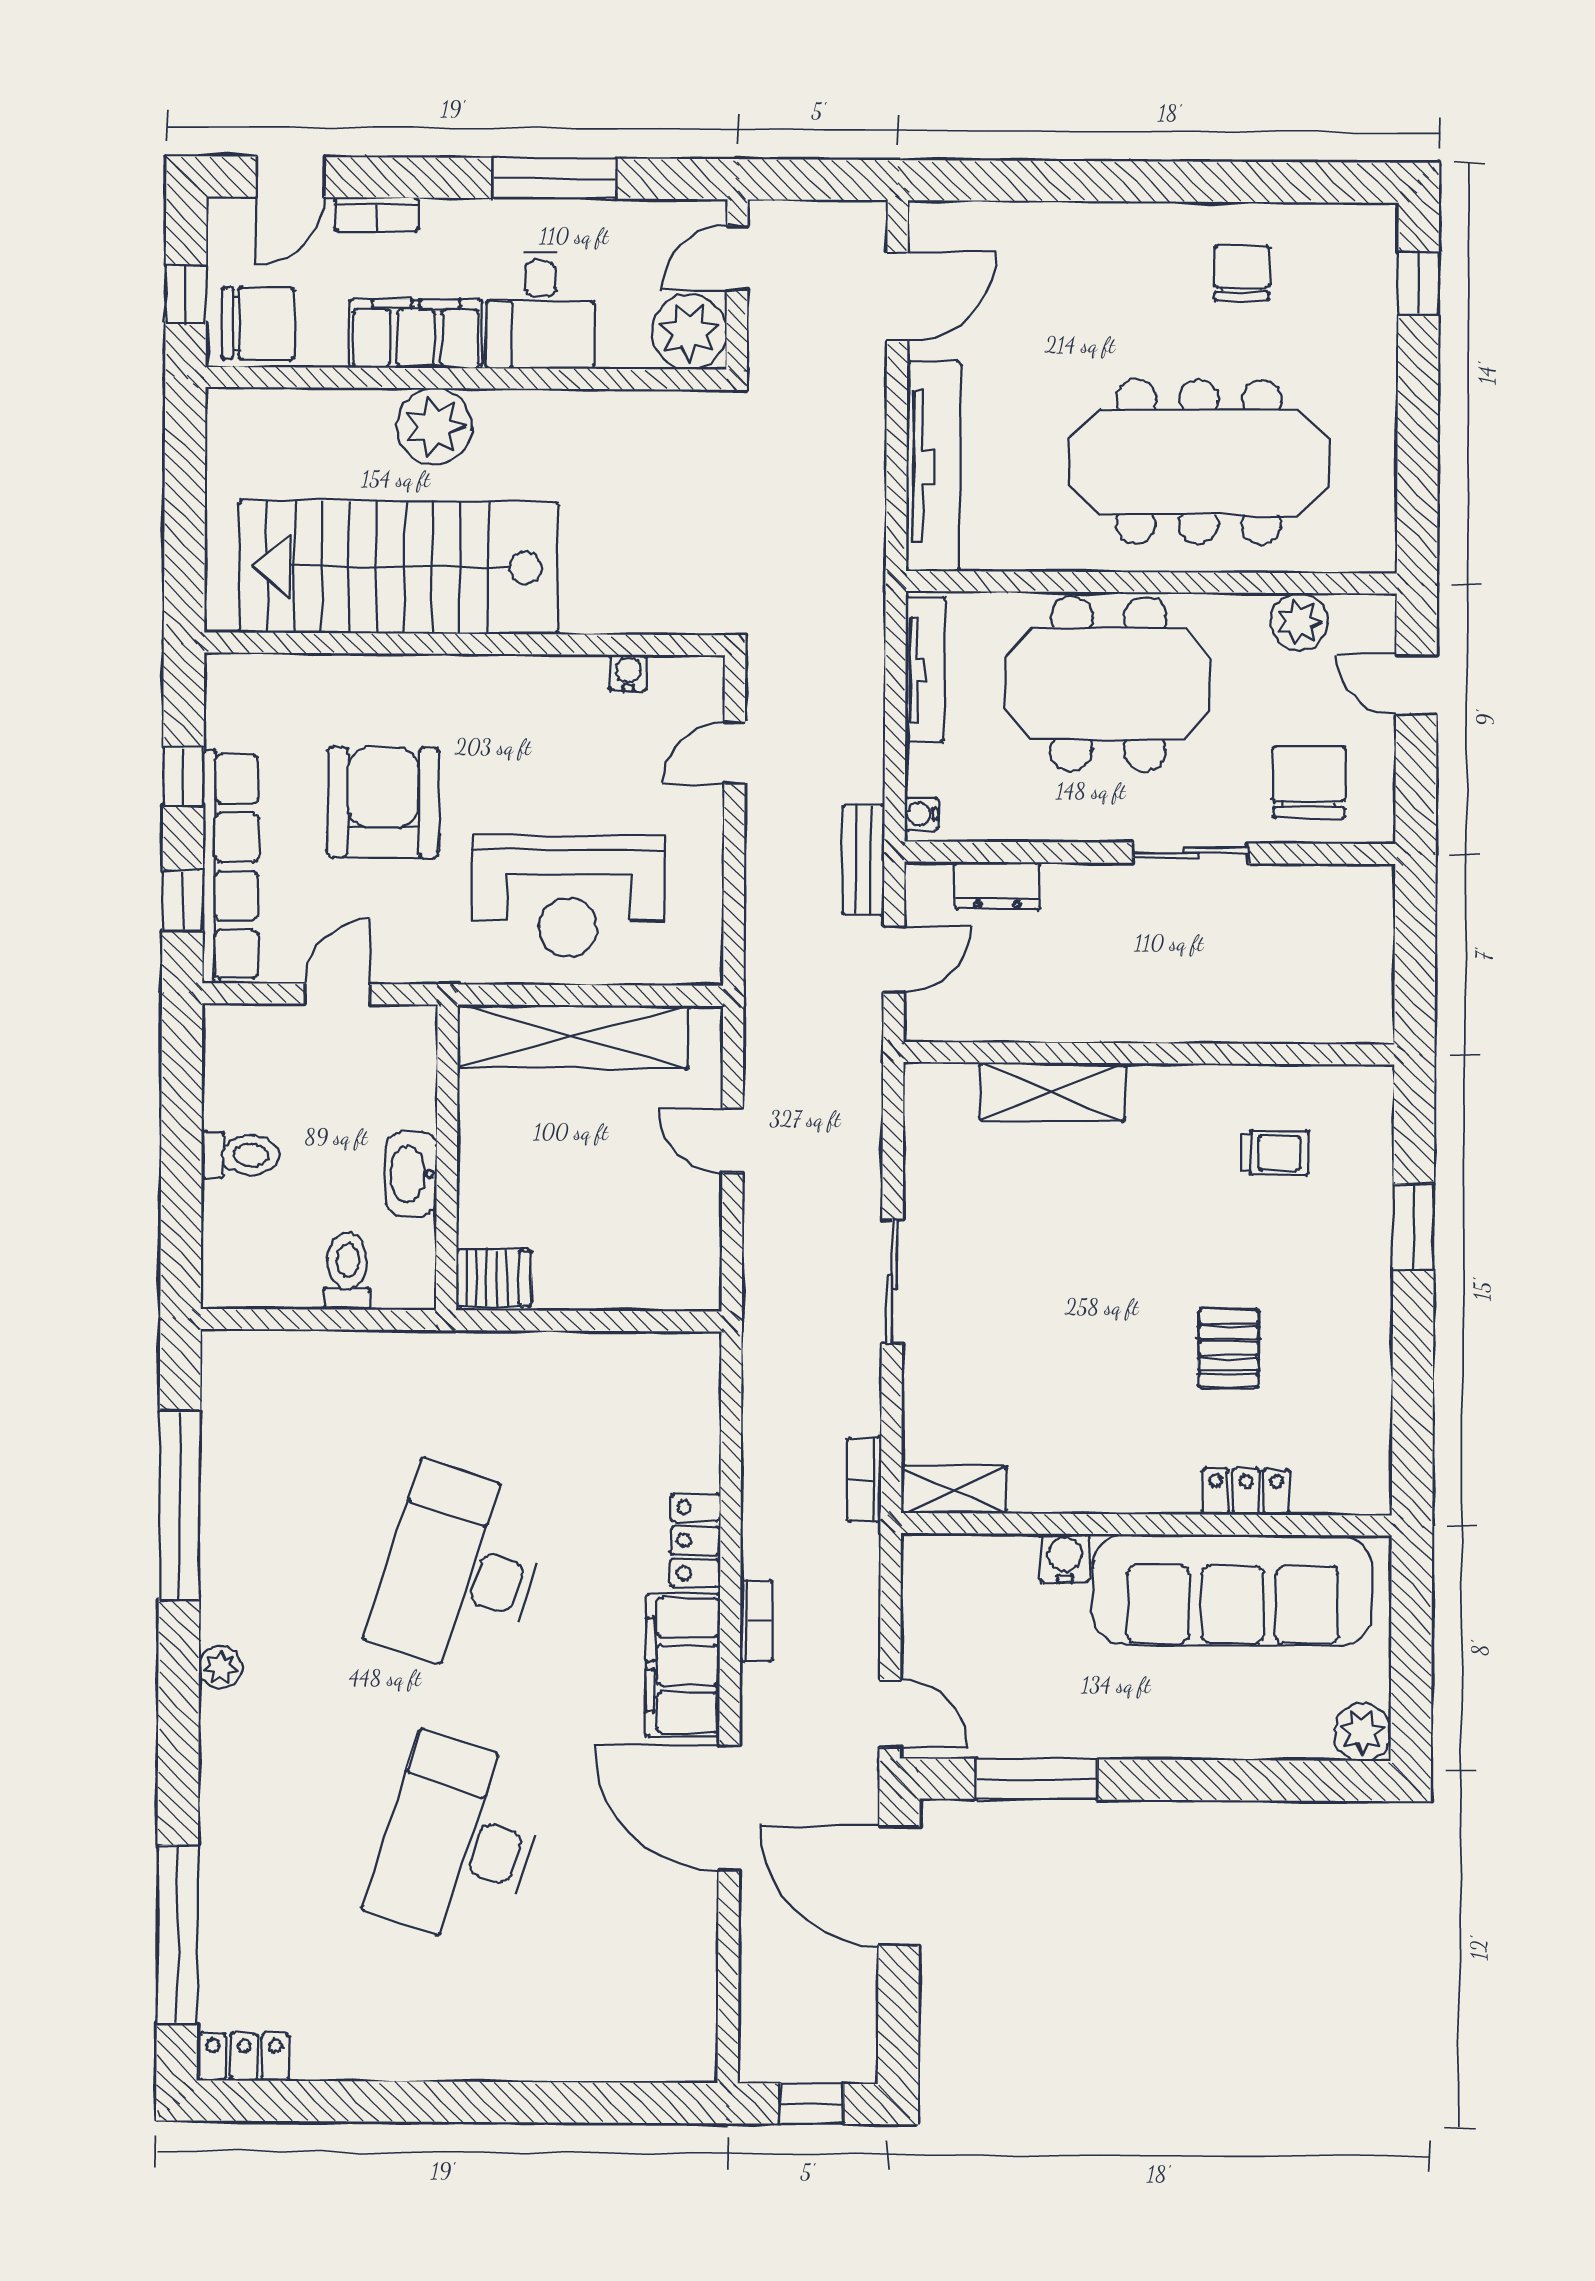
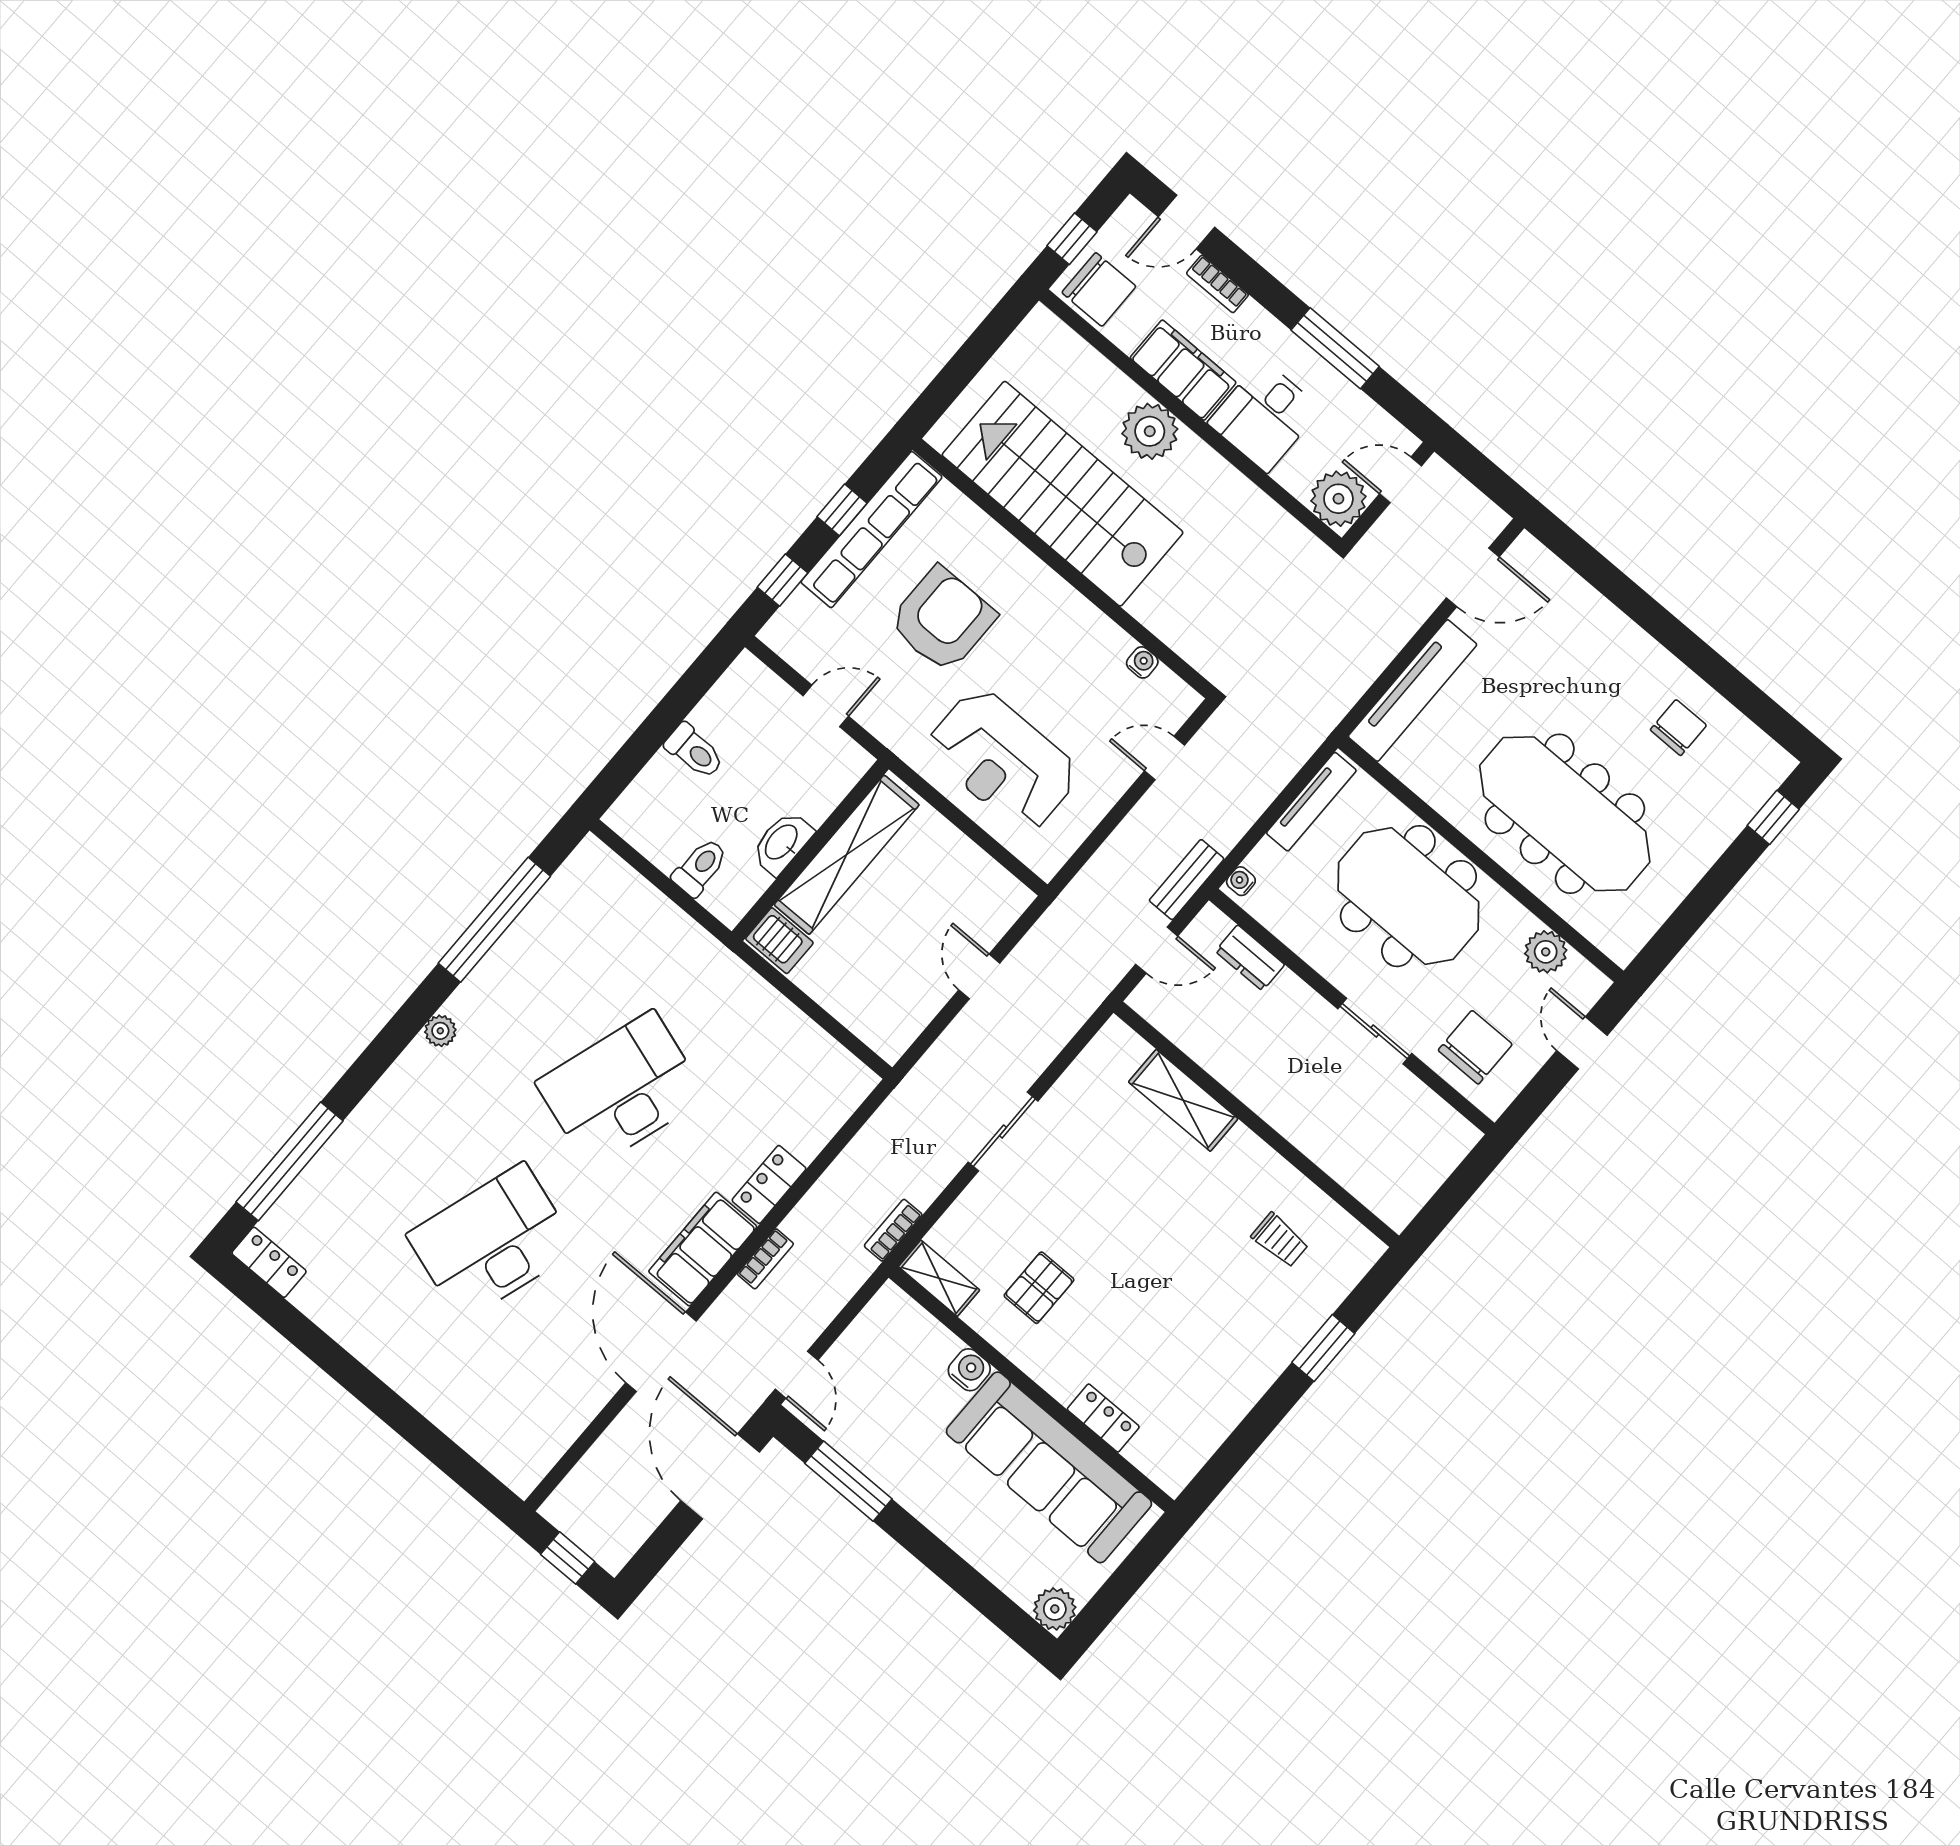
row of seats: (231, 867) -> (871, 530), moved
shelving: (573, 1037) -> (847, 855), moved, turned 90
pallet: (1229, 1349) -> (1039, 1288), moved

